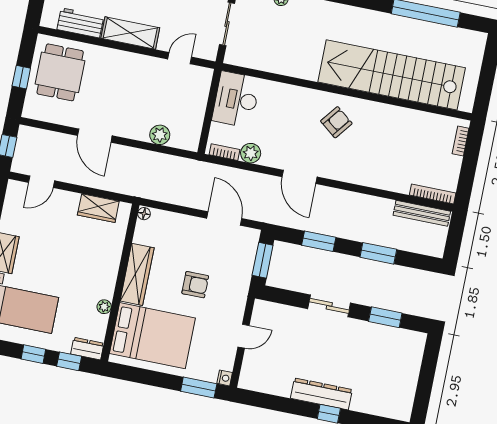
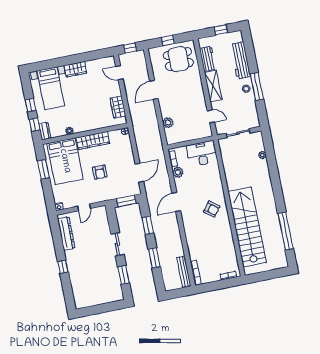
door: (243, 336) -> (84, 207), hinge flipped
window: (199, 387) -> (43, 169), moved
dresser: (321, 394) -> (66, 233), moved

